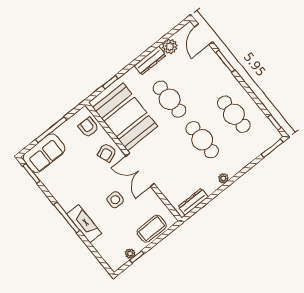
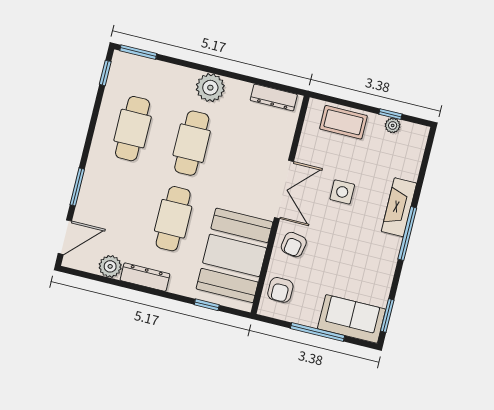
armchair: (107, 153) -> (294, 245), turned 121
plant: (223, 178) -> (210, 88), width x1.87, depth x1.87

